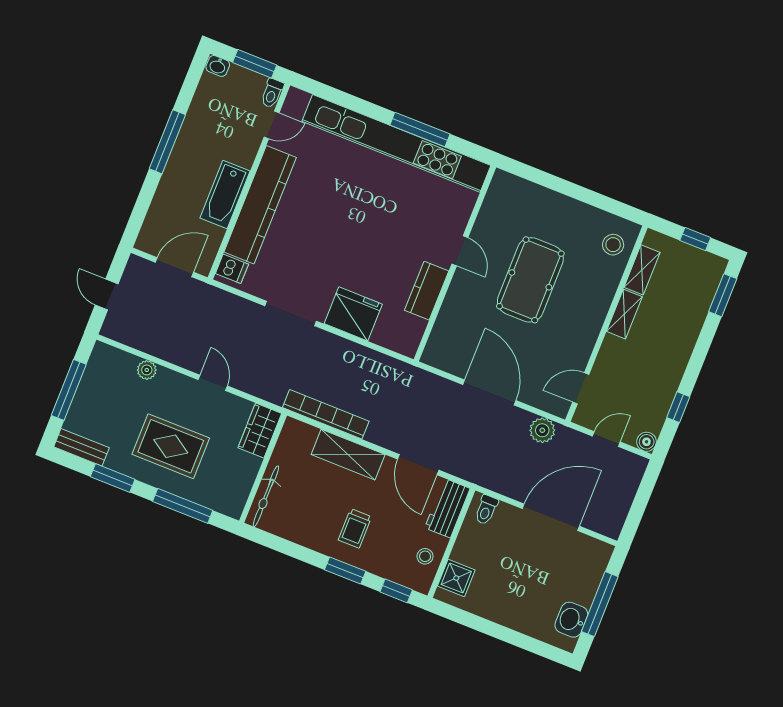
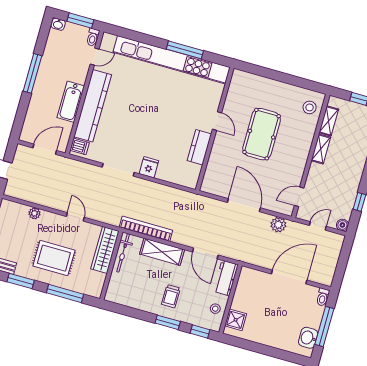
fridge: (353, 314) -> (149, 167), width x0.53, depth x0.75
wardrobe: (260, 431) -> (105, 250), width x1.50
bicycle: (266, 496) -> (123, 253), moved
toilet: (486, 510) -> (323, 297), moved

